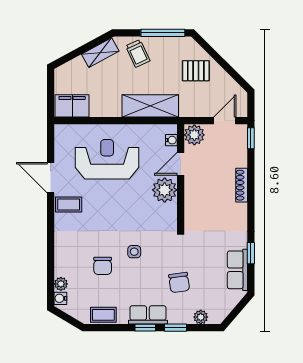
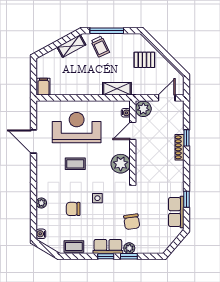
window: (163, 33) -> (107, 31), moved
filing cabinet: (72, 106) -> (43, 87), width x0.50
shelving: (150, 106) -> (117, 89), width x0.67, depth x0.75
window: (251, 138) -> (186, 138), moved
plant: (165, 190) -> (121, 164), moved
coffee table: (69, 205) -> (75, 164), moved
chair: (103, 266) -> (73, 209), turned 90
plant: (61, 284) -> (41, 203), moved
plant: (201, 317) -> (129, 248), moved

